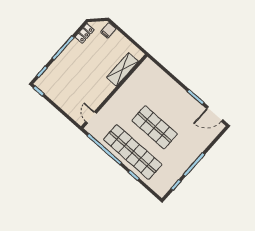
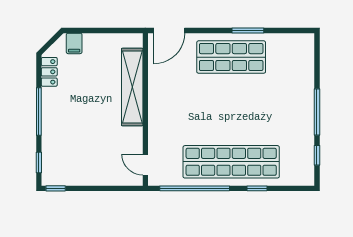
shelving: (123, 69) -> (132, 87), width x1.47
door: (215, 114) -> (169, 30), moved
shop shelf: (155, 127) -> (231, 57), moved

